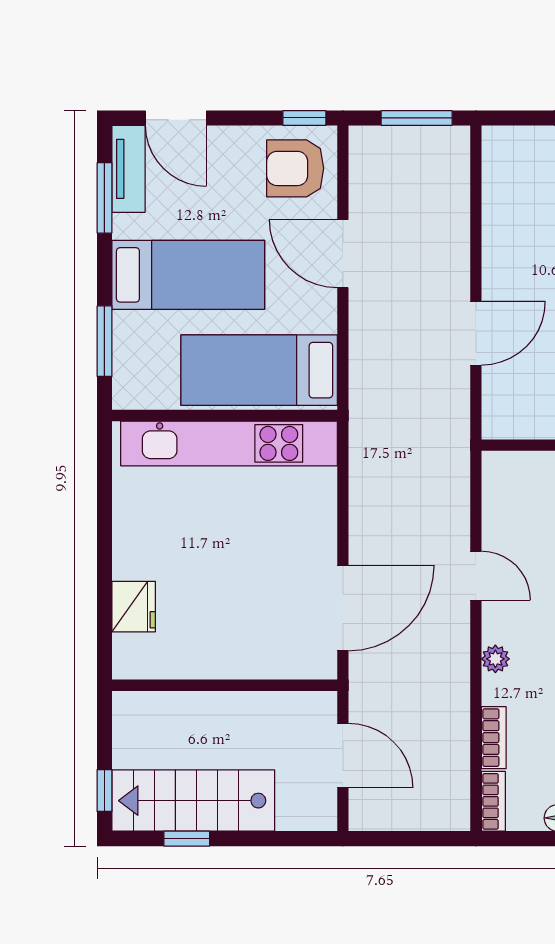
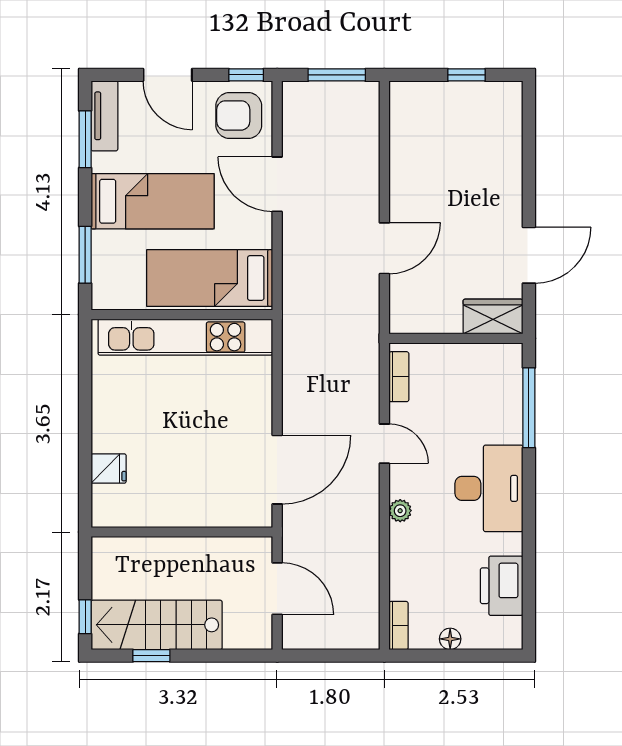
door: (176, 118) -> (168, 75), moved
fridge: (134, 607) -> (109, 469), width x0.72
bookcase: (494, 738) -> (399, 377), moved

